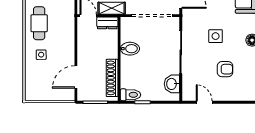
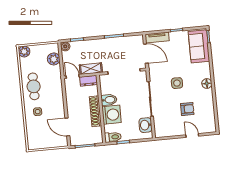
washing machine: (131, 67) -> (112, 115), added
door: (76, 77) -> (67, 127), hinge flipped
shoe rack: (112, 78) -> (95, 111), moved
door: (204, 102) -> (192, 135), moved

